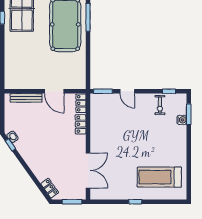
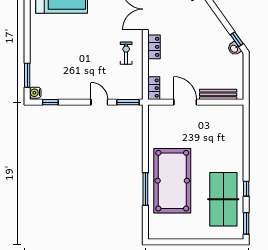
exercise bike: (160, 105) -> (126, 53), moved
water cooler: (182, 120) -> (35, 93), moved
locker: (81, 124) -> (154, 47), moved

